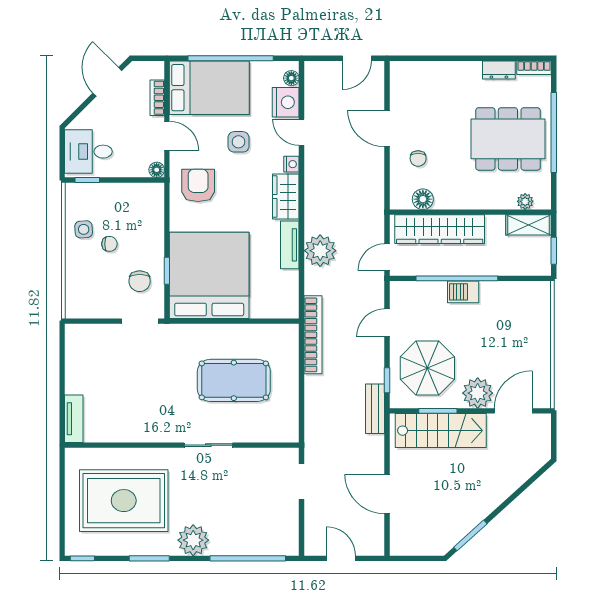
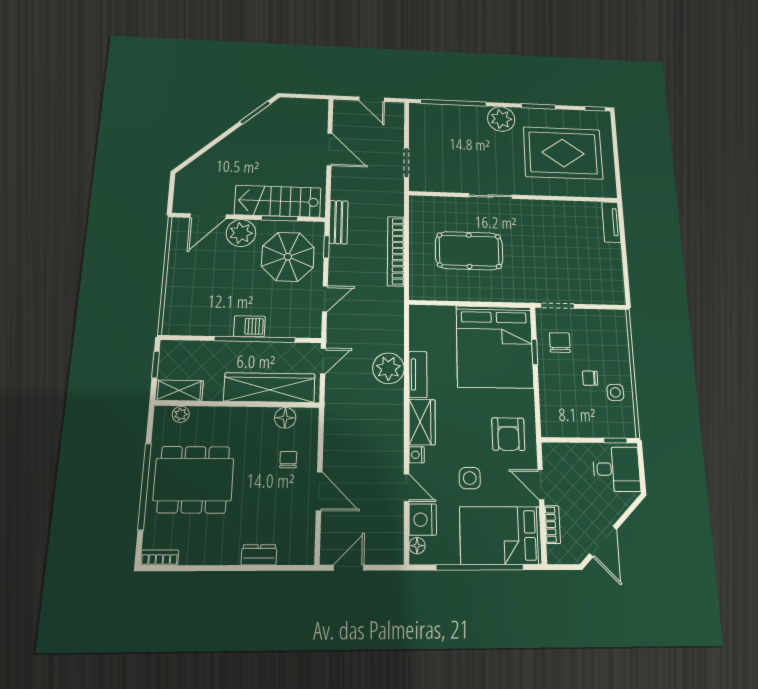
dresser: (499, 70) -> (259, 555), moved
floor lamp: (157, 170) -> (549, 450), removed
bookcase: (313, 335) -> (396, 251), moved

